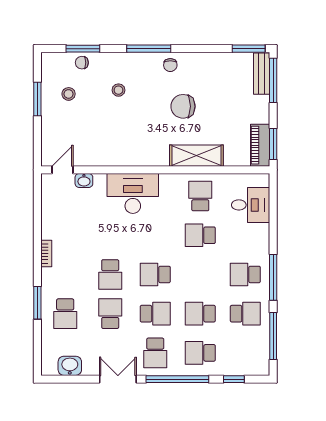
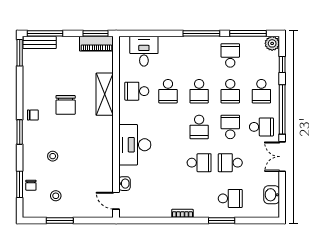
window: (149, 49) -> (20, 132), width x0.69
school desk: (245, 274) -> (199, 91), moved
plant: (260, 366) -> (272, 43), added

